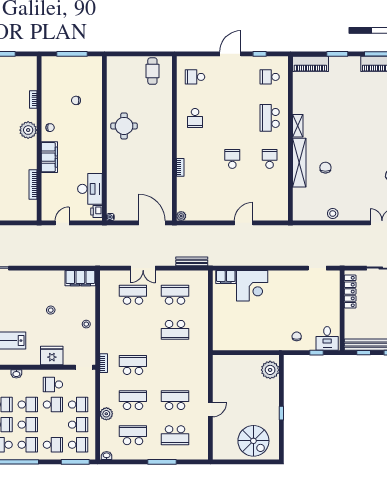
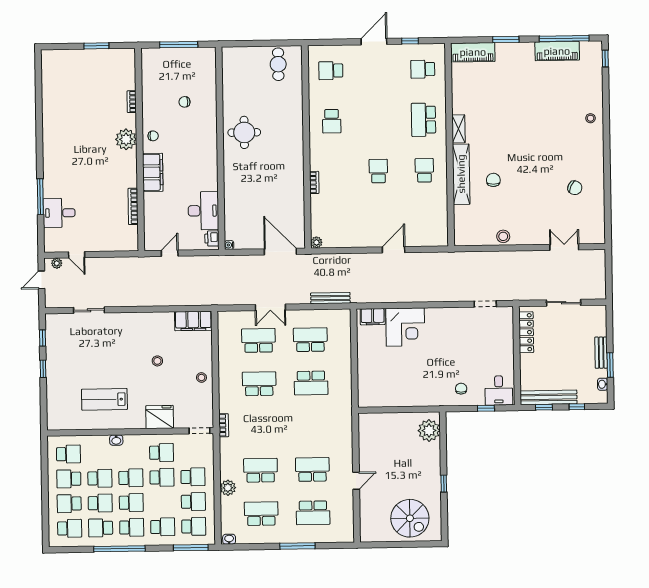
school desk: (133, 365) -> (259, 384), moved
school desk: (53, 384) -> (162, 453), turned 180

